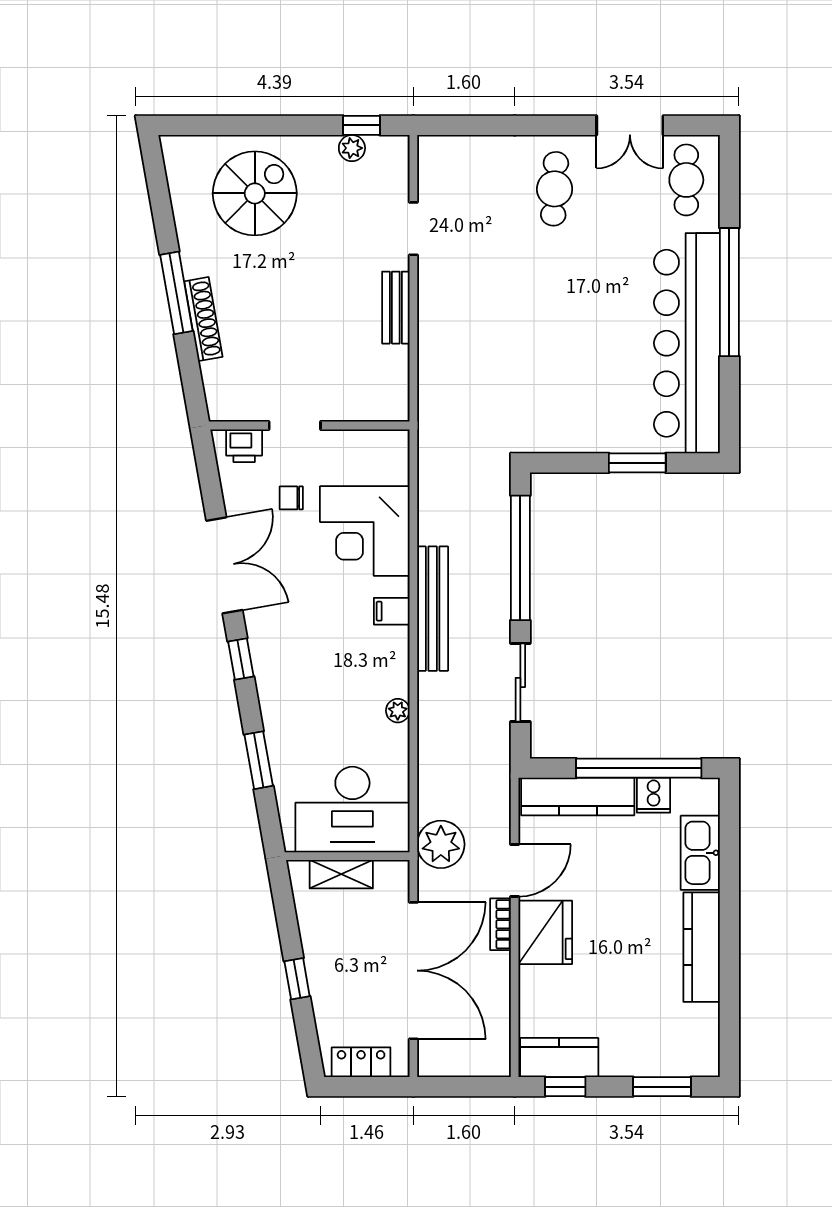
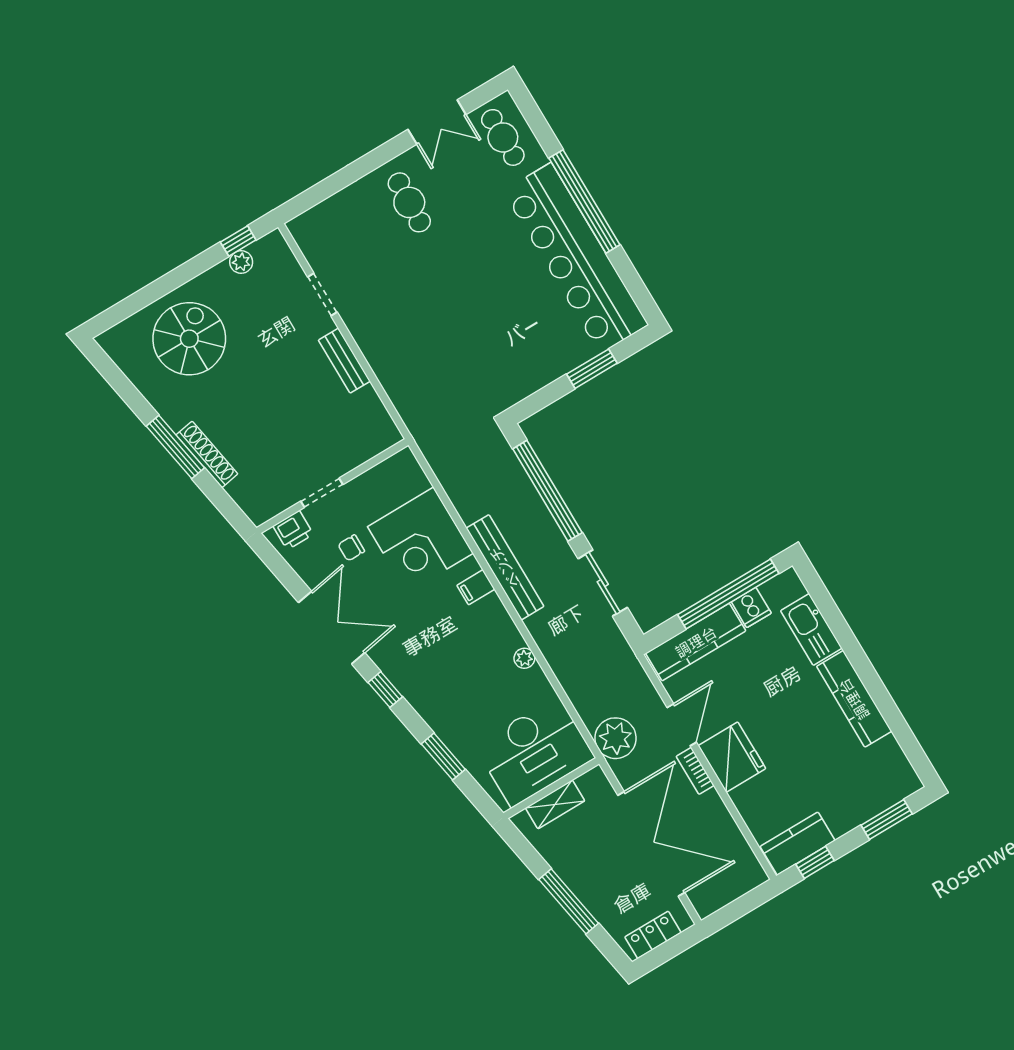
window: (297, 979) -> (569, 901), width x2.17

